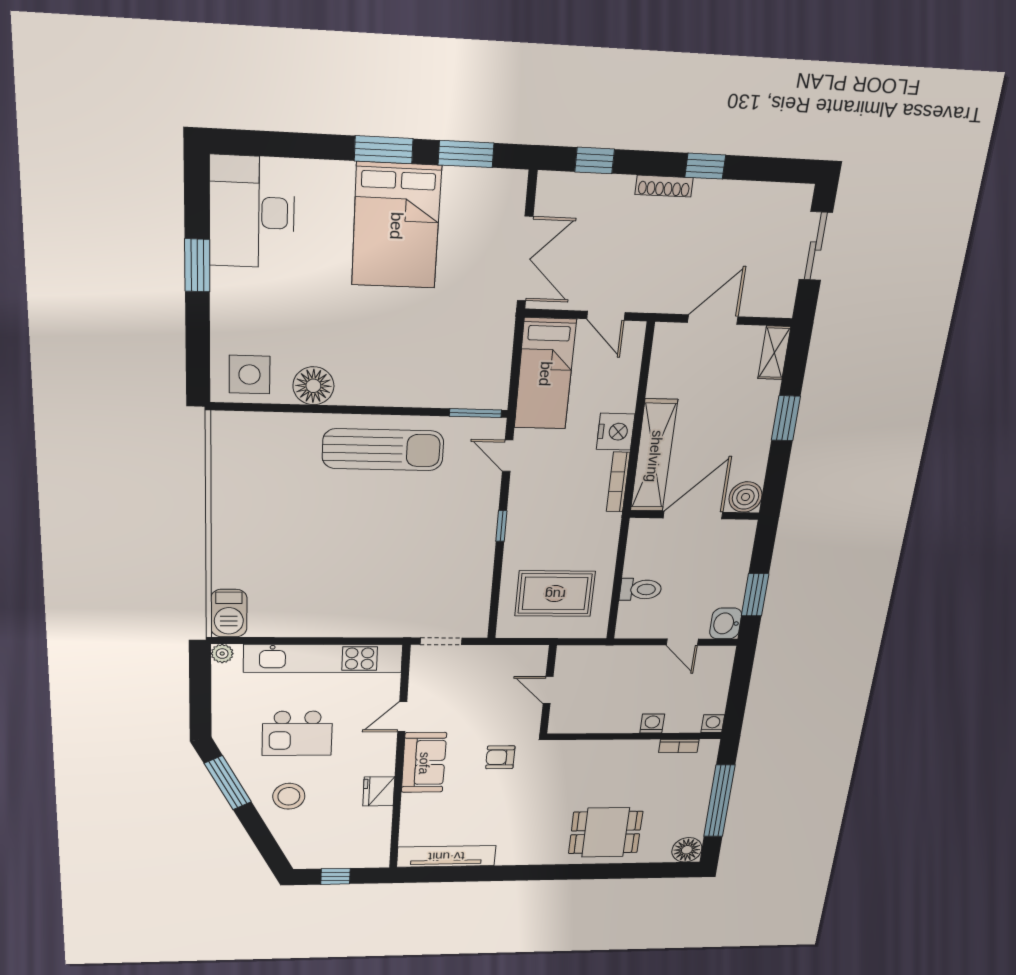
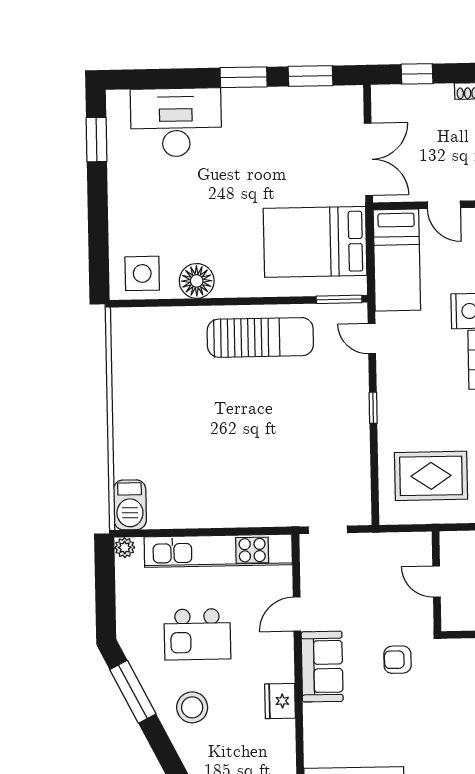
desk: (252, 212) -> (176, 122), moved, turned 90
bed: (396, 226) -> (315, 242), moved, turned 90
window: (197, 265) -> (97, 140), moved

